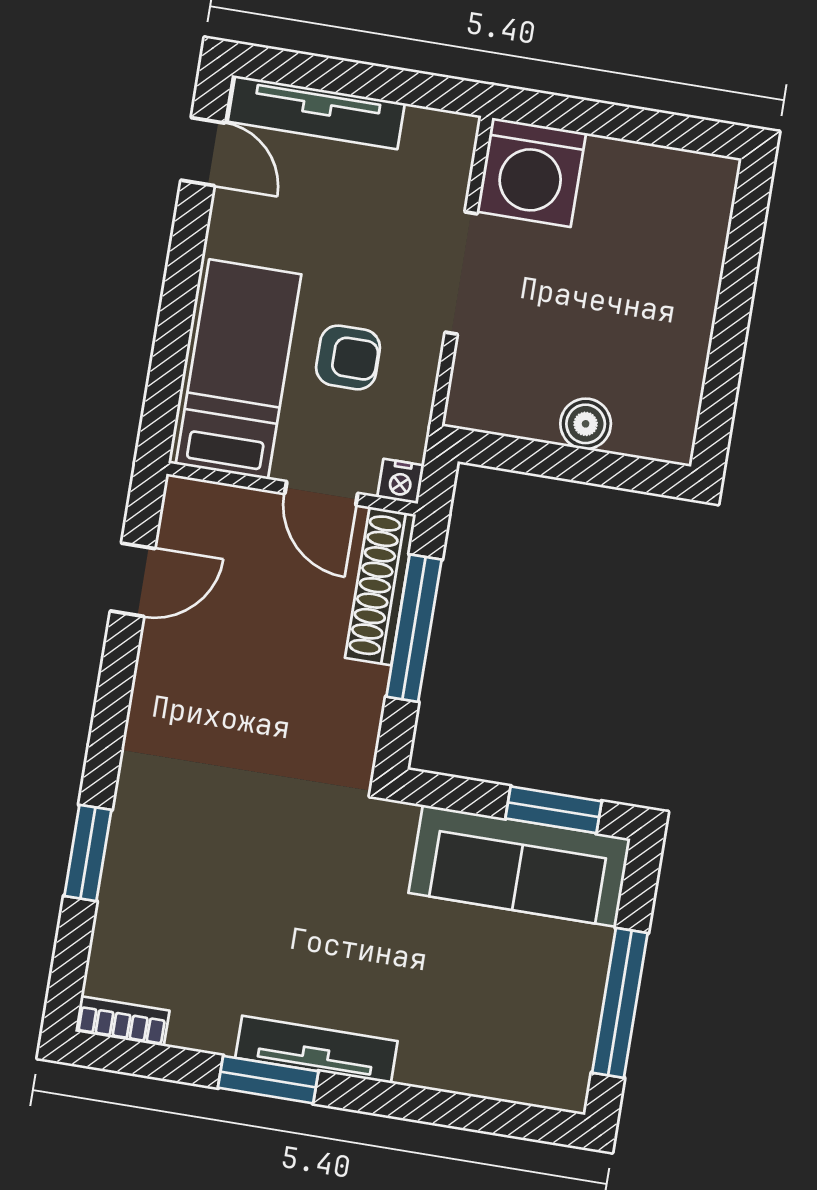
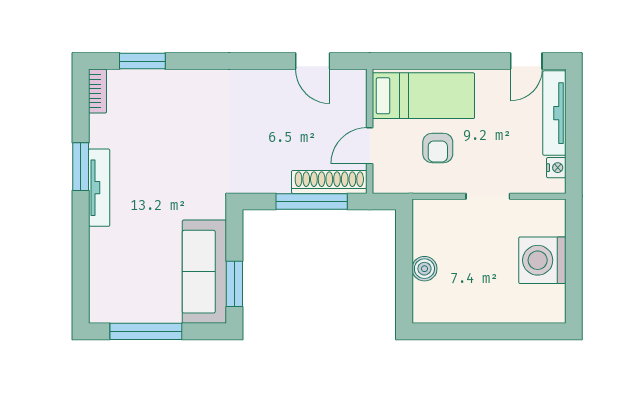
washing machine: (531, 172) -> (542, 260), moved
doorway: (461, 273) -> (488, 196), width x0.73
nightstand: (401, 481) -> (556, 168), moved, turned 180
window: (88, 853) -> (142, 61), moved

